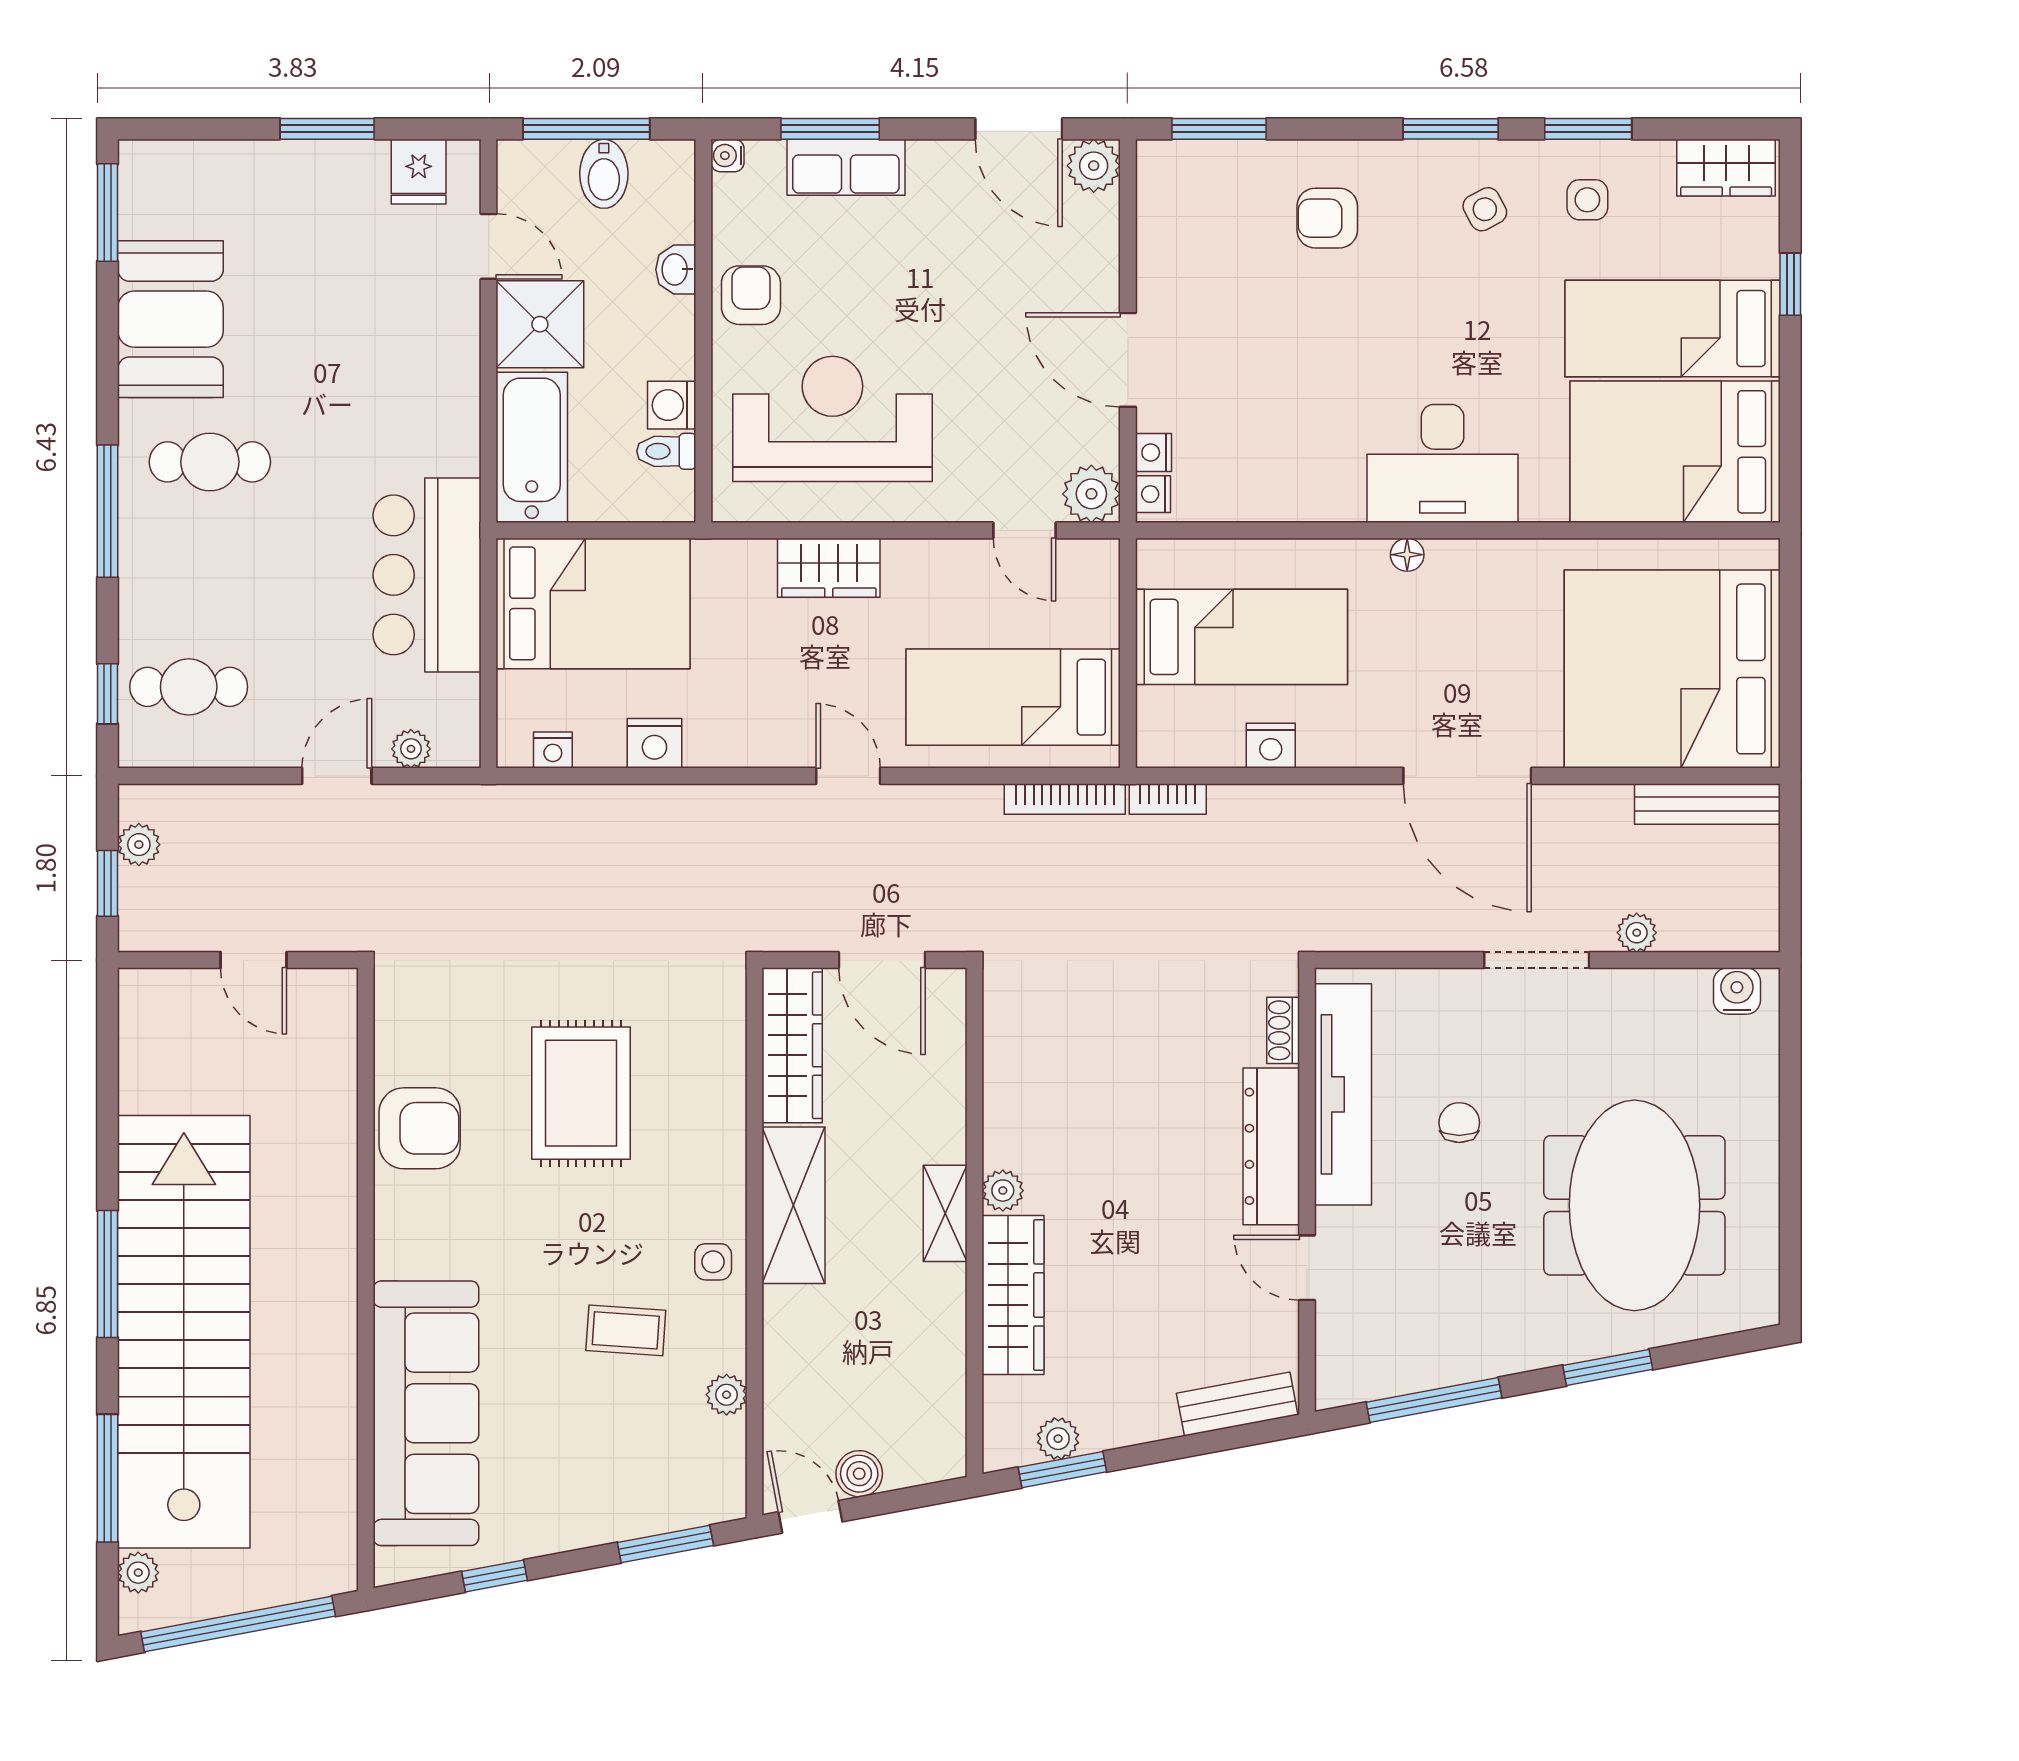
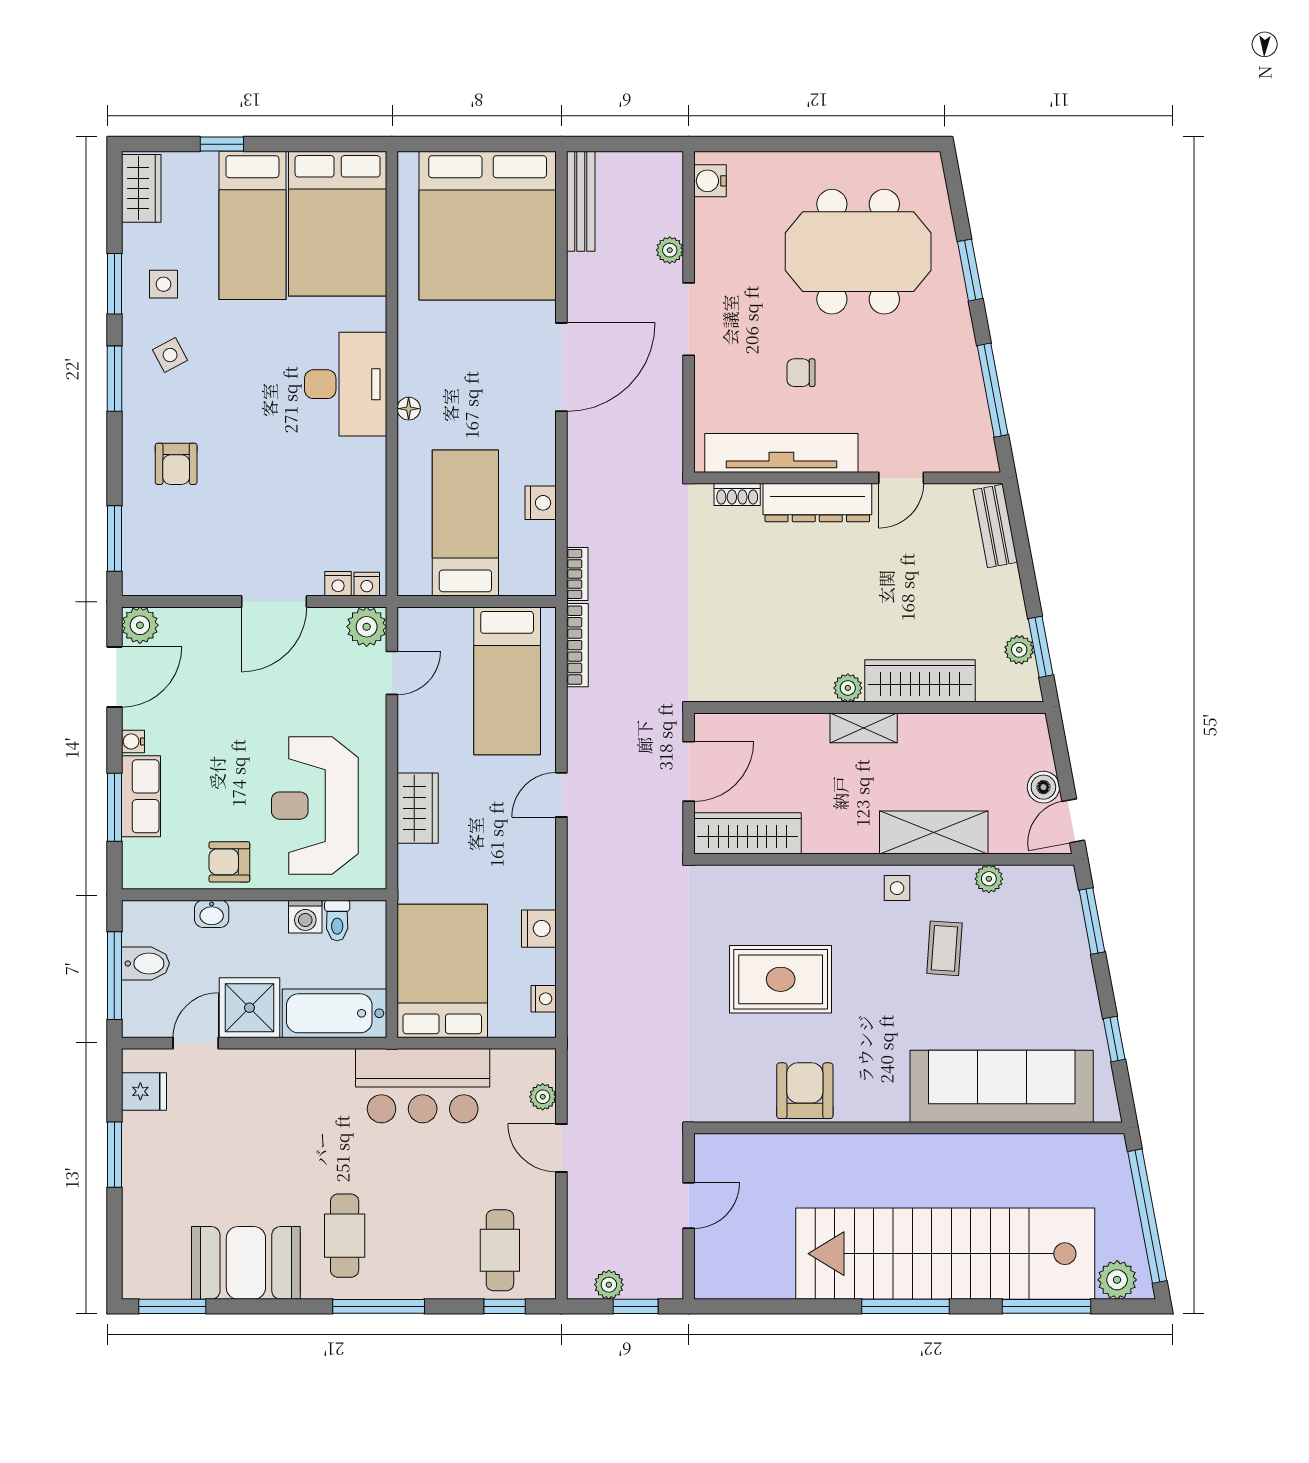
water cooler: (727, 156) -> (133, 741), moved, turned 90
shelving: (794, 1205) -> (934, 832), moved
plant: (138, 1573) -> (1117, 1280), width x1.38, depth x1.38

